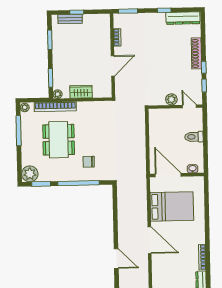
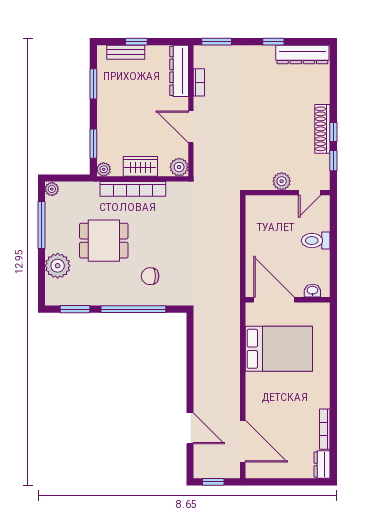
dresser: (104, 30) -> (179, 71), added
shoe rack: (196, 53) -> (322, 129), moved
door: (113, 66) -> (191, 127), swing flipped
plant: (106, 92) -> (179, 167), added
door: (189, 106) -> (309, 193), swing flipped
bookcase: (55, 107) -> (133, 189), moved
dining table: (59, 140) -> (104, 241), width x0.73
plant: (30, 174) -> (58, 266), moved
door: (149, 240) -> (243, 441), moved

